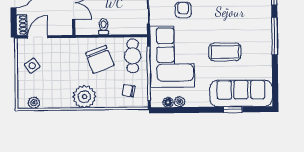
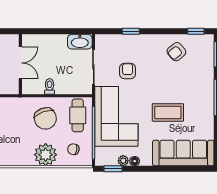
plant: (84, 97) -> (46, 155), moved
floor lamp: (168, 102) -> (135, 161), moved
window: (233, 110) -> (113, 169), moved

